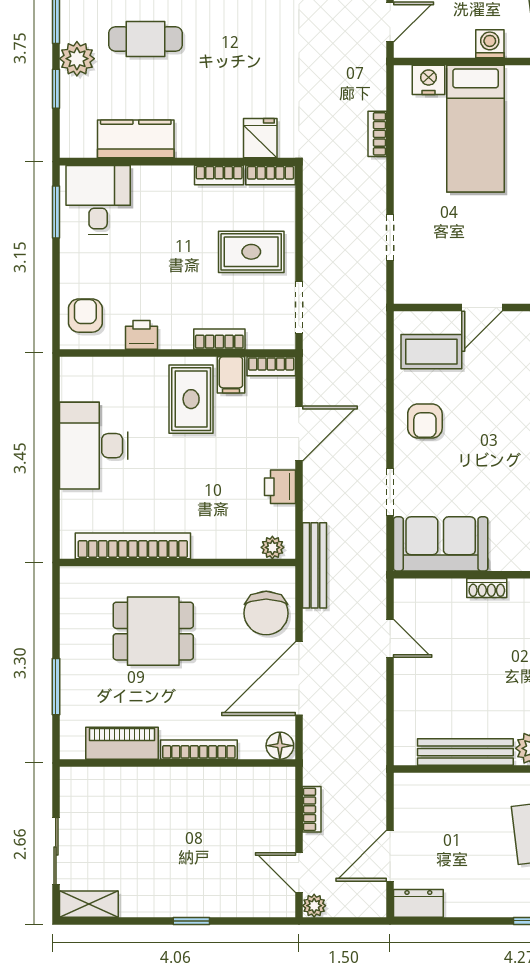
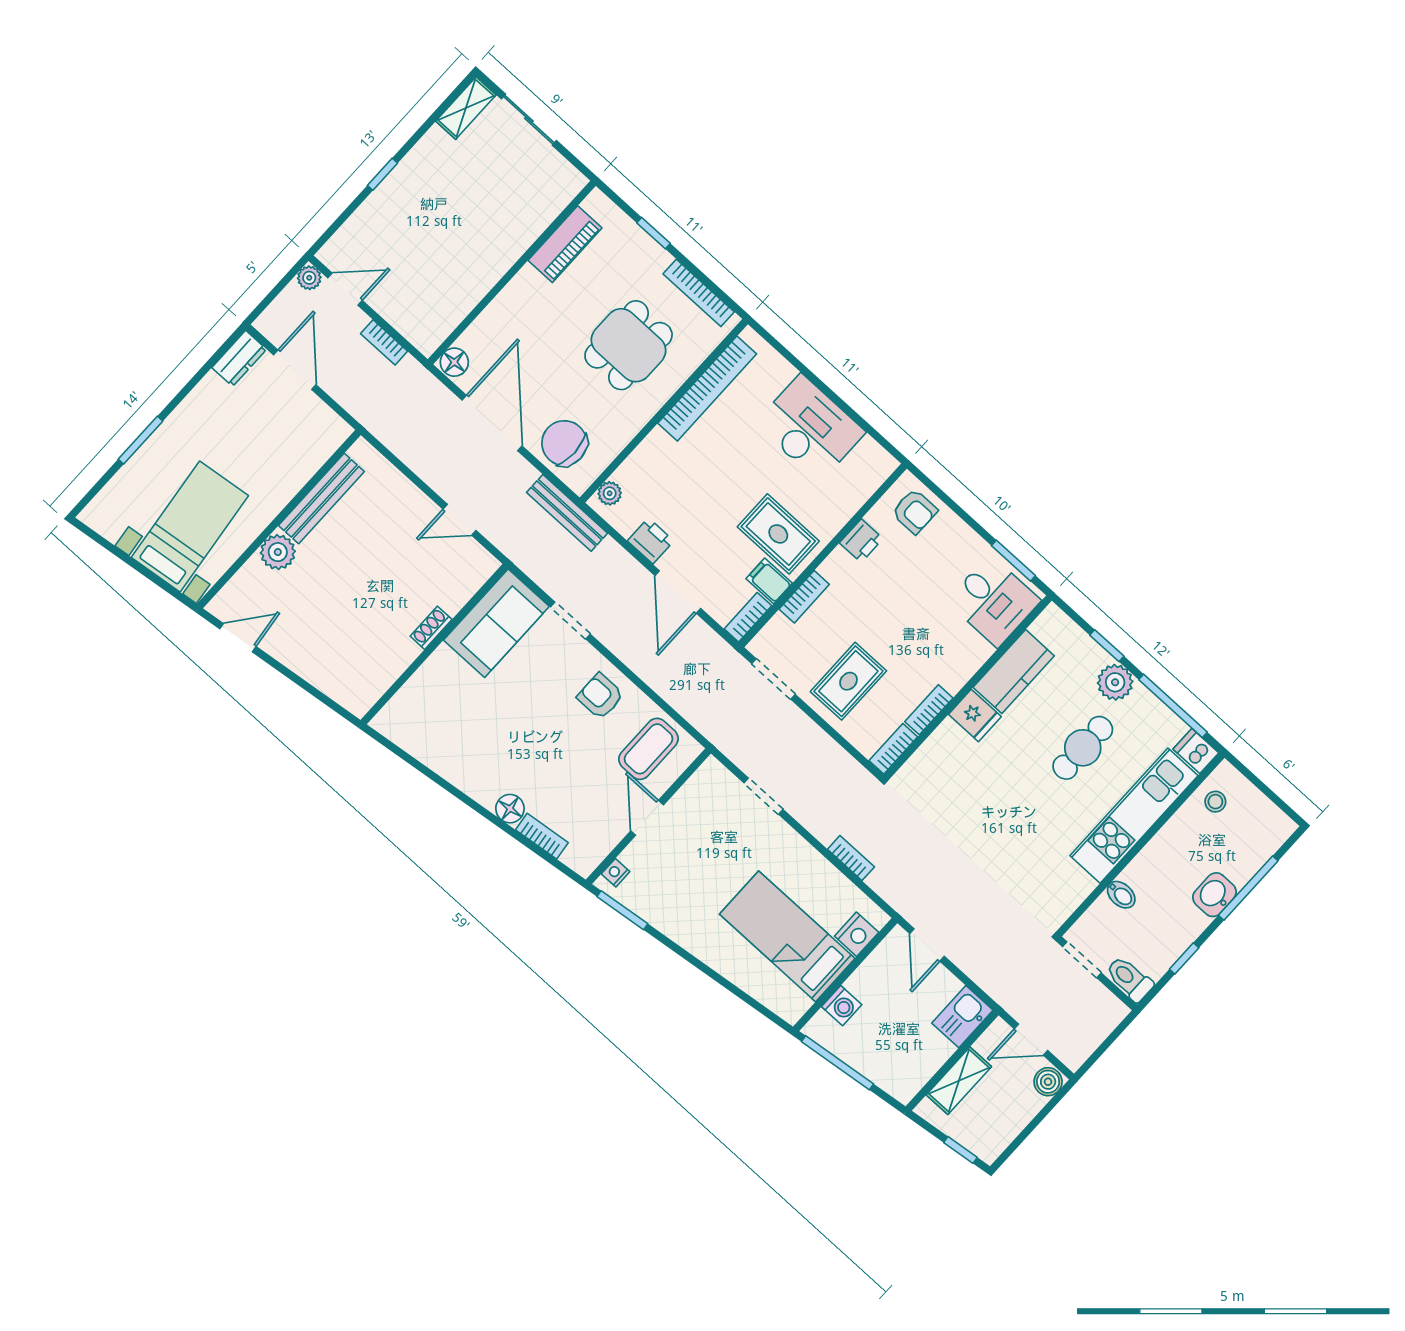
fridge: (260, 138) -> (975, 715), moved
window: (56, 687) -> (654, 233), width x0.67
bookcase: (199, 750) -> (699, 293), moved, turned 90

